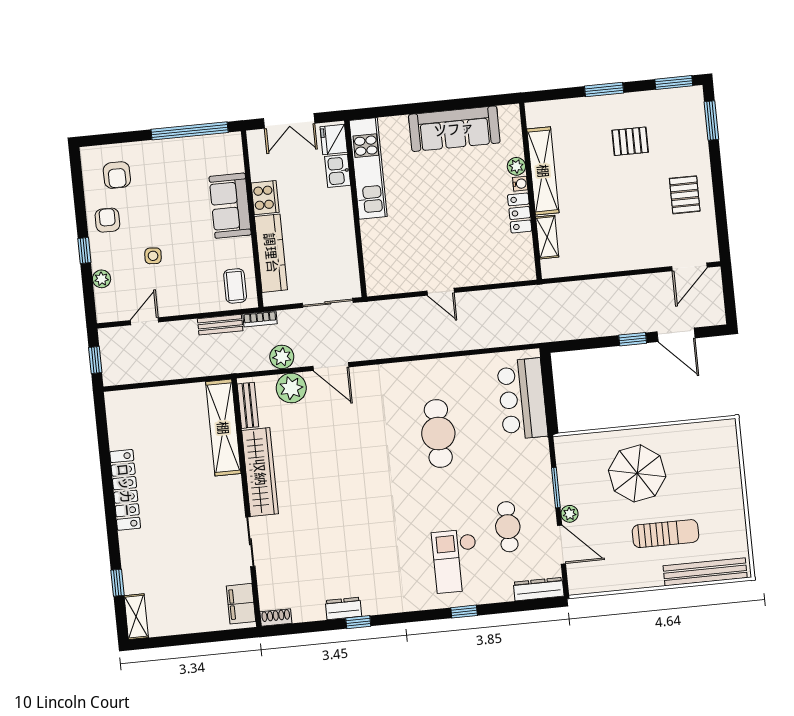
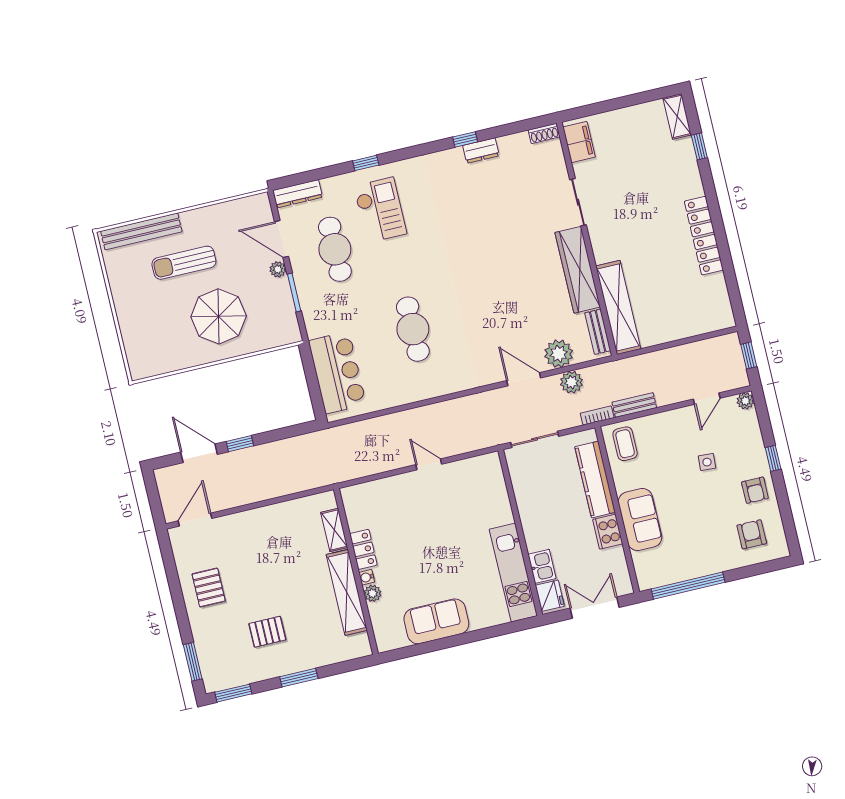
sofa: (454, 129) -> (436, 621), width x0.73
plant: (102, 279) -> (745, 401), moved
cafe table: (508, 527) -> (335, 249), width x1.37, depth x1.35

